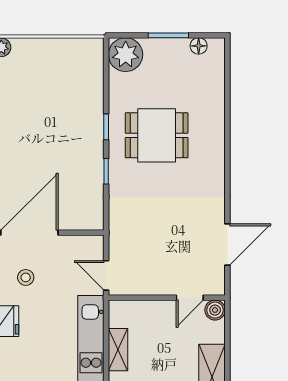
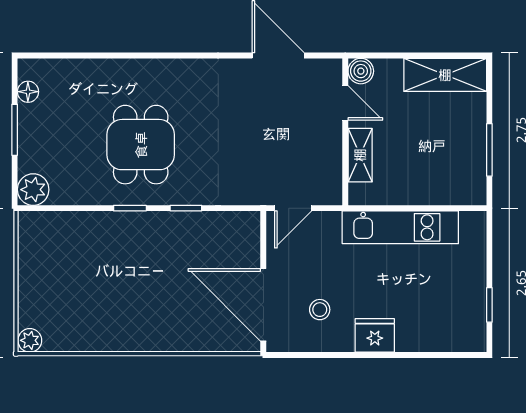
plant: (126, 55) -> (33, 190), width x0.73, depth x0.73
door: (106, 275) -> (293, 208), moved
shelving: (118, 350) -> (360, 155), moved, turned 90

